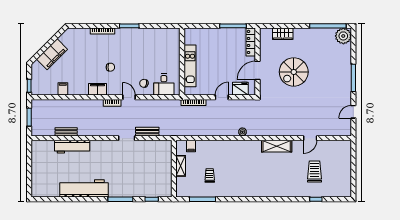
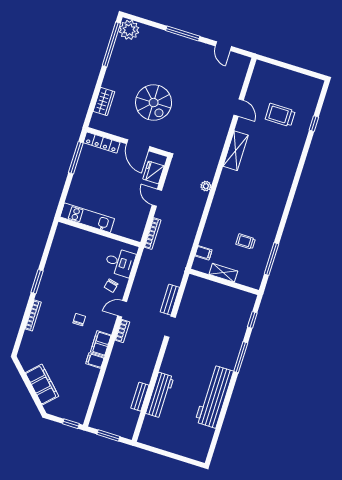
kitchen unit: (190, 66) -> (87, 218), moved
filing cabinet: (63, 89) -> (95, 361), moved

